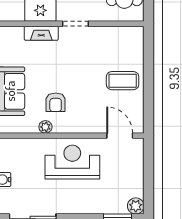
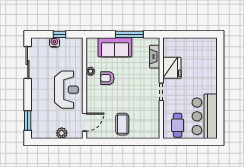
fireplace: (41, 33) -> (155, 57), moved
plant: (136, 206) -> (62, 133), moved

